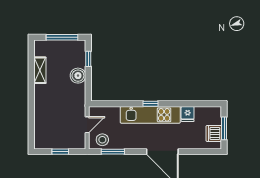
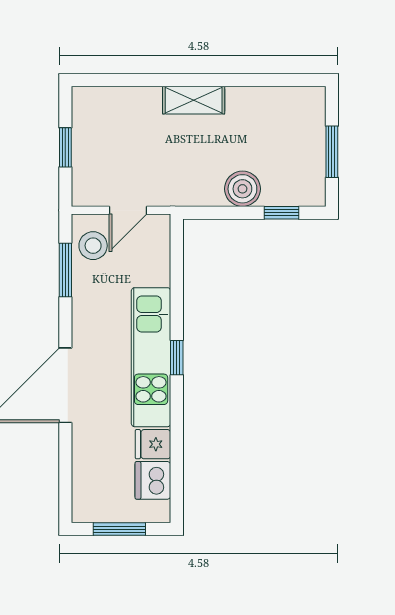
window: (62, 37) -> (332, 152), width x0.69
shelving: (40, 70) -> (194, 100), moved
door: (87, 125) -> (128, 210), hinge flipped
dishwasher: (214, 133) -> (153, 480), moved, turned -90

